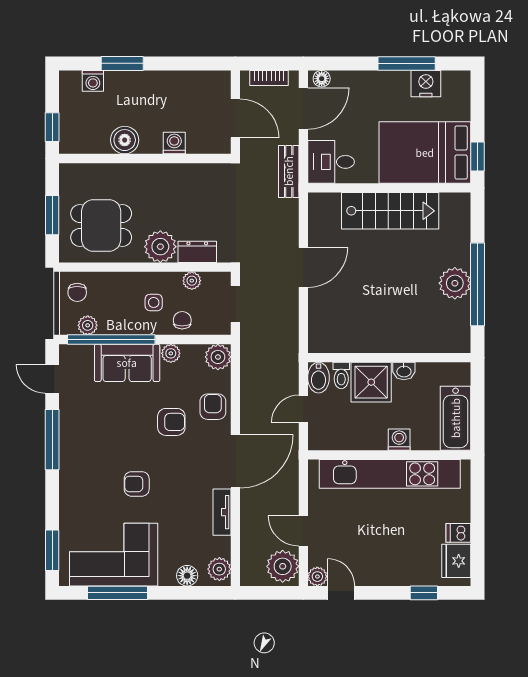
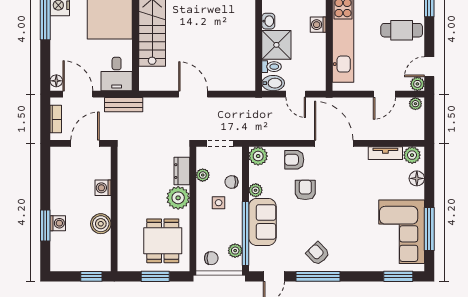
washing machine: (93, 81) -> (58, 223), moved
armchair: (137, 484) -> (318, 254), moved, turned 136
tv unit: (222, 512) -> (385, 153), moved
cafe table: (391, 555) -> (402, 30), added
plant: (283, 566) -> (415, 104), width x0.53, depth x0.53

